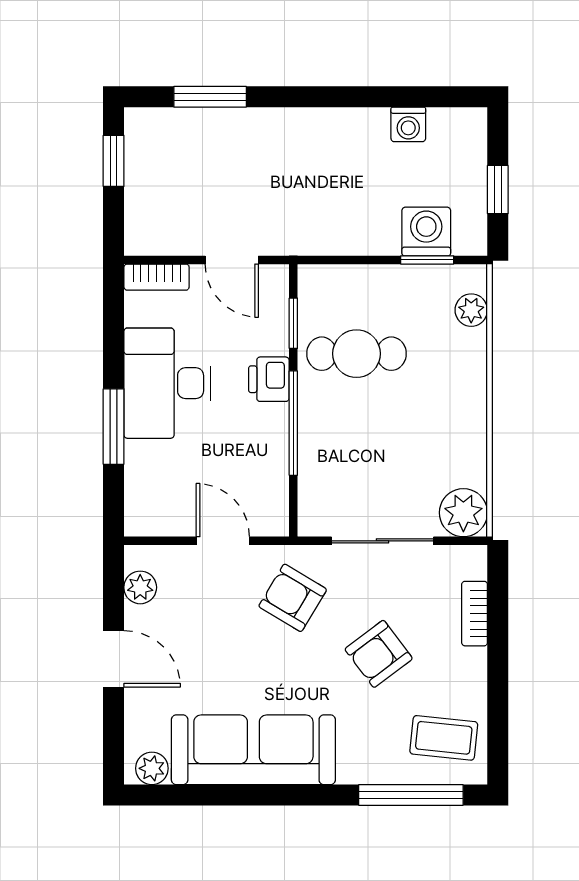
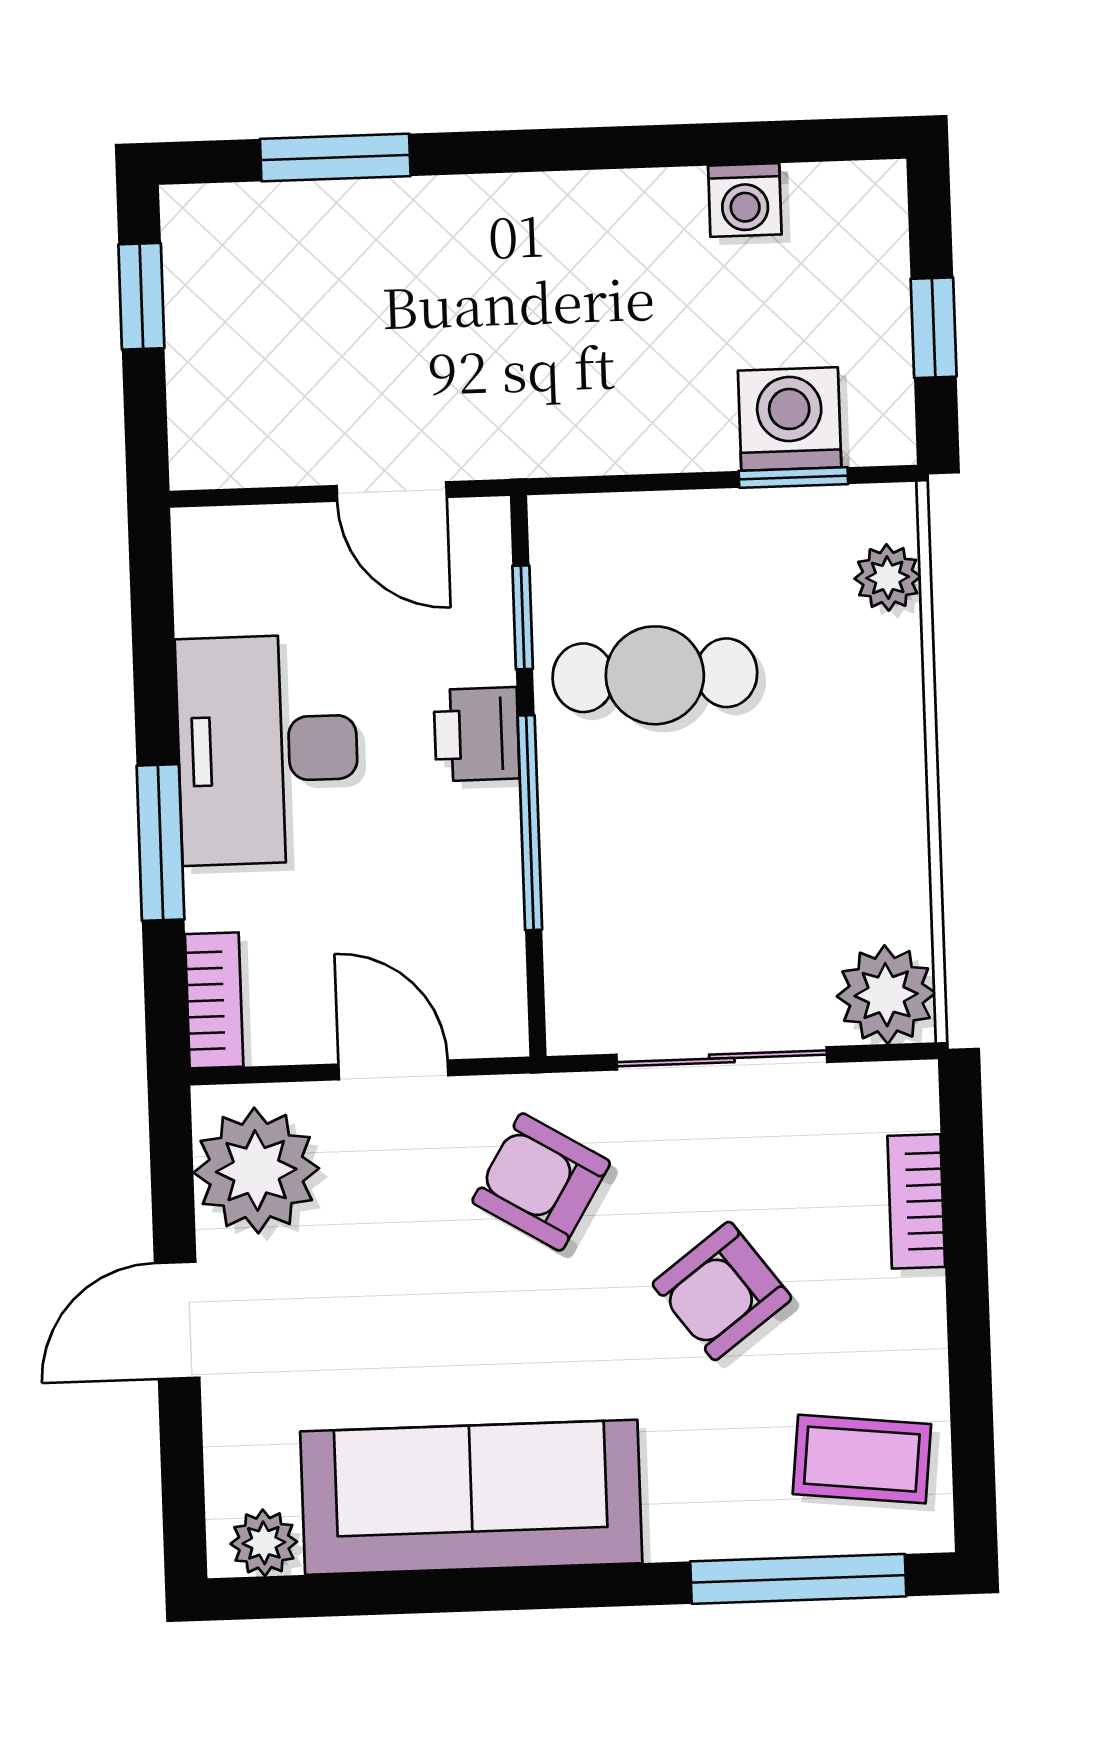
bookcase: (157, 277) -> (214, 1000), moved, turned -90
plant: (140, 587) -> (256, 1171), width x1.88, depth x1.88
door: (114, 659) -> (177, 1320), swing flipped

